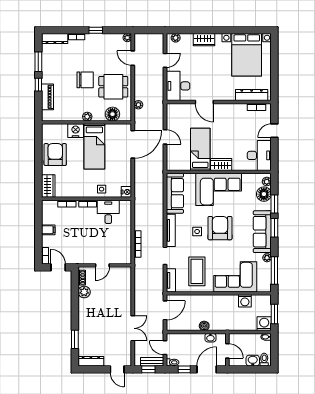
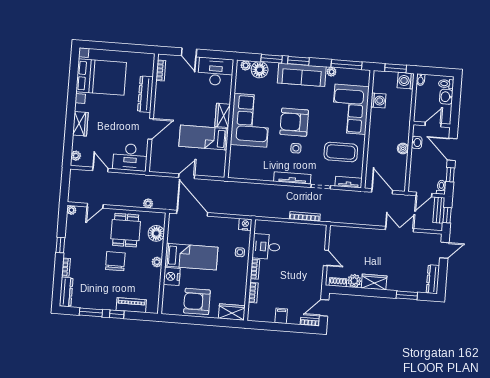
dresser: (252, 95) -> (145, 94), moved
sofa: (175, 193) -> (251, 170), removed
wardrobe: (84, 310) -> (374, 282), added

